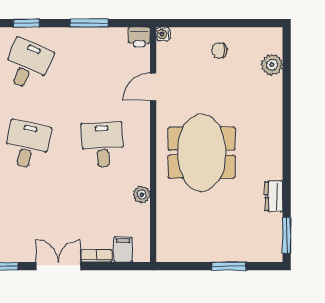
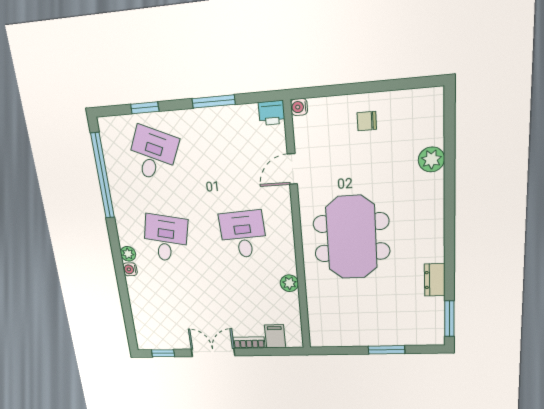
plant: (272, 65) -> (431, 159), moved

